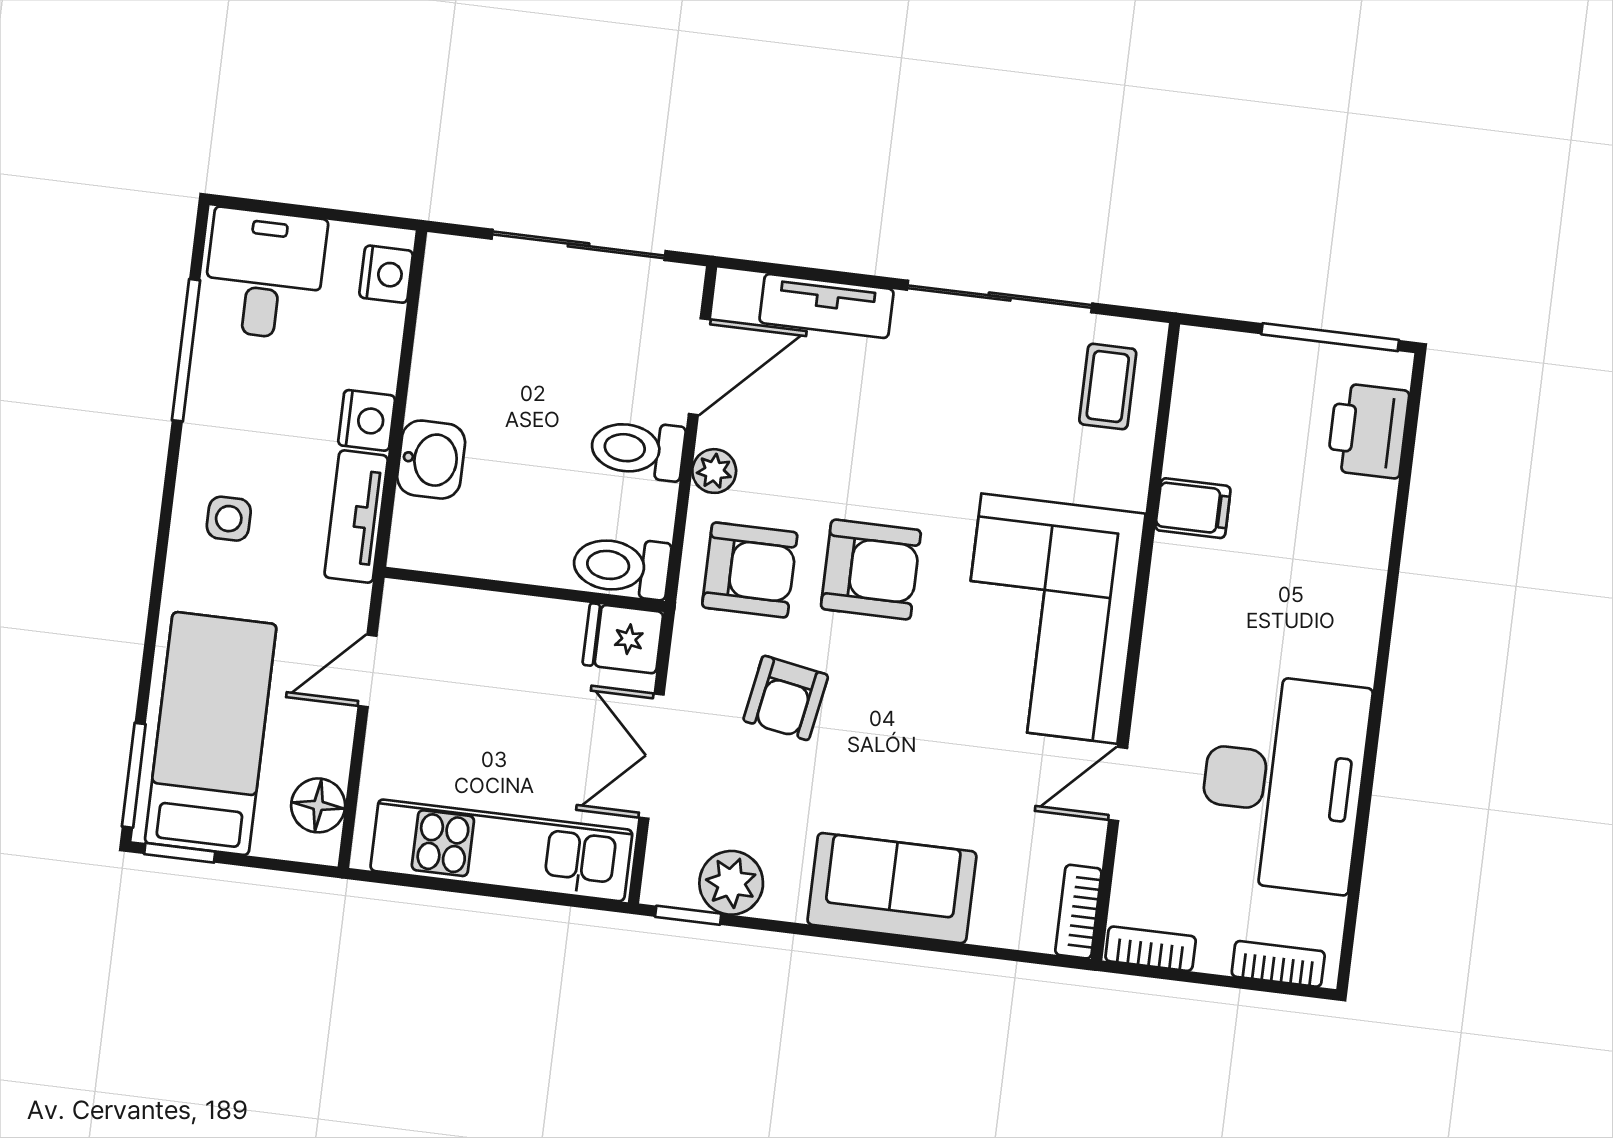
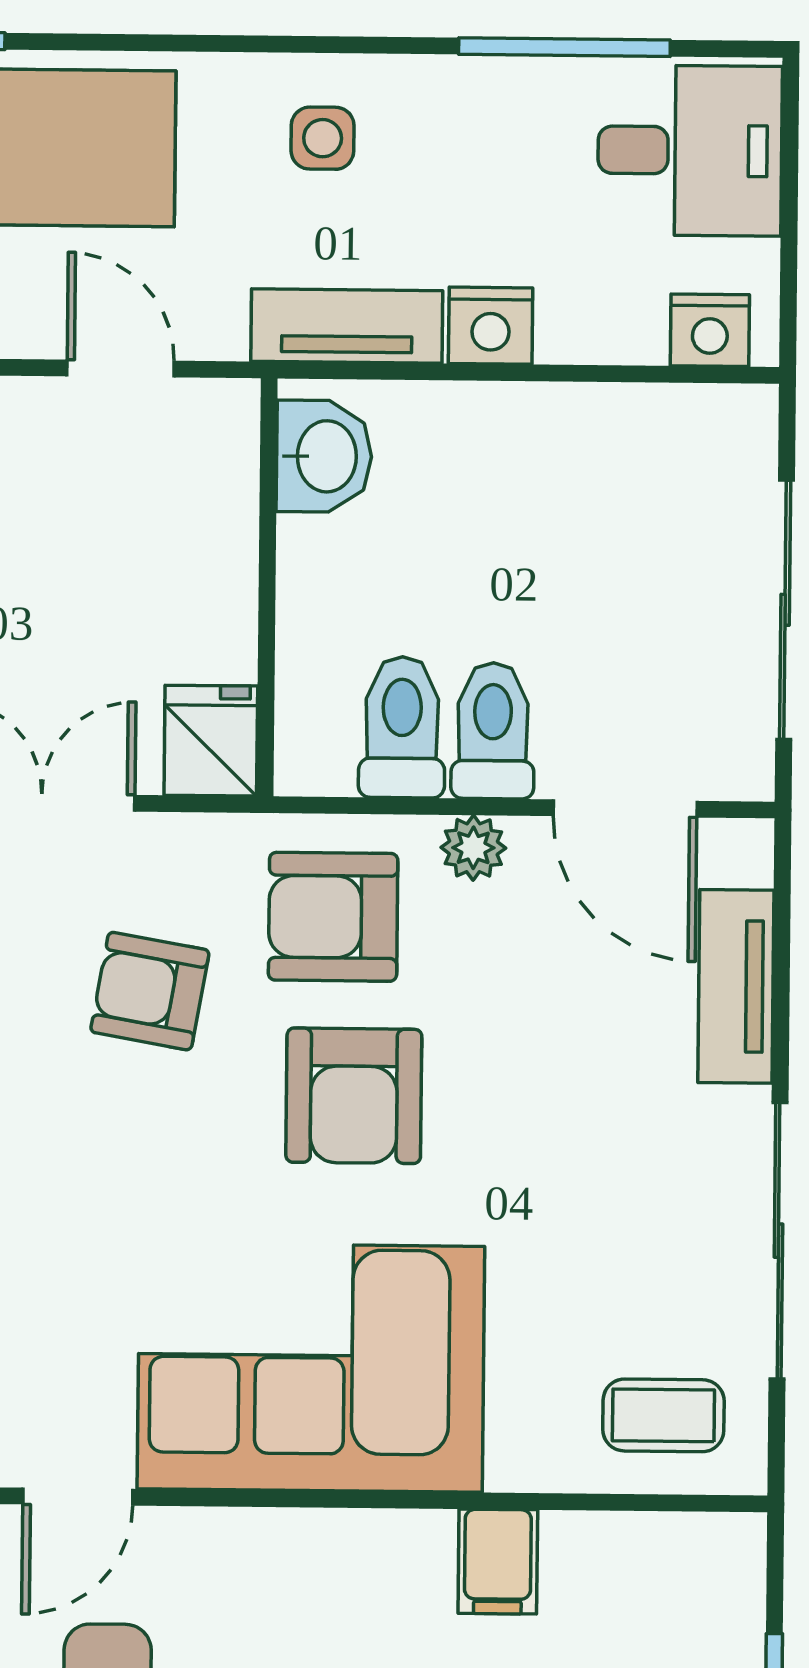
washbasin: (431, 460) -> (324, 456), moved, turned -90
toilet: (621, 567) -> (402, 727), moved
armchair: (750, 570) -> (333, 917), turned 90
door: (1118, 784) -> (78, 1497), swing flipped

